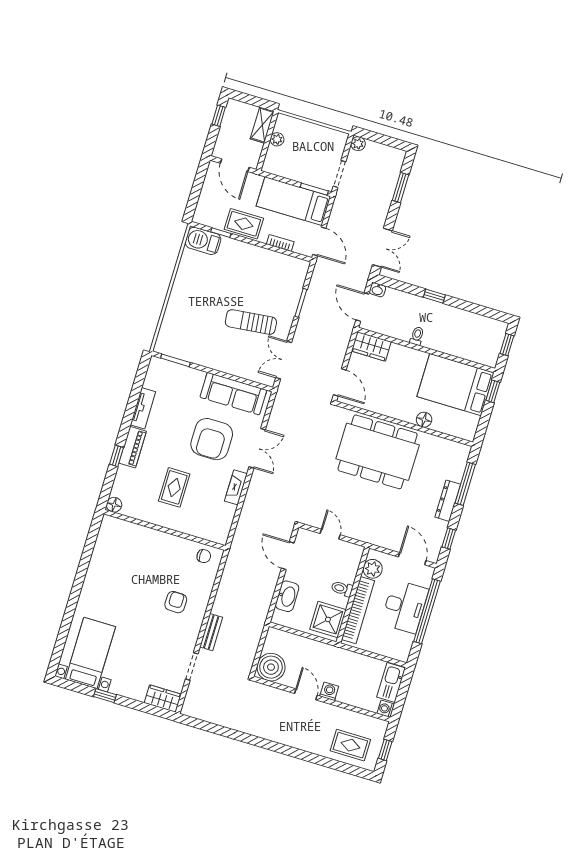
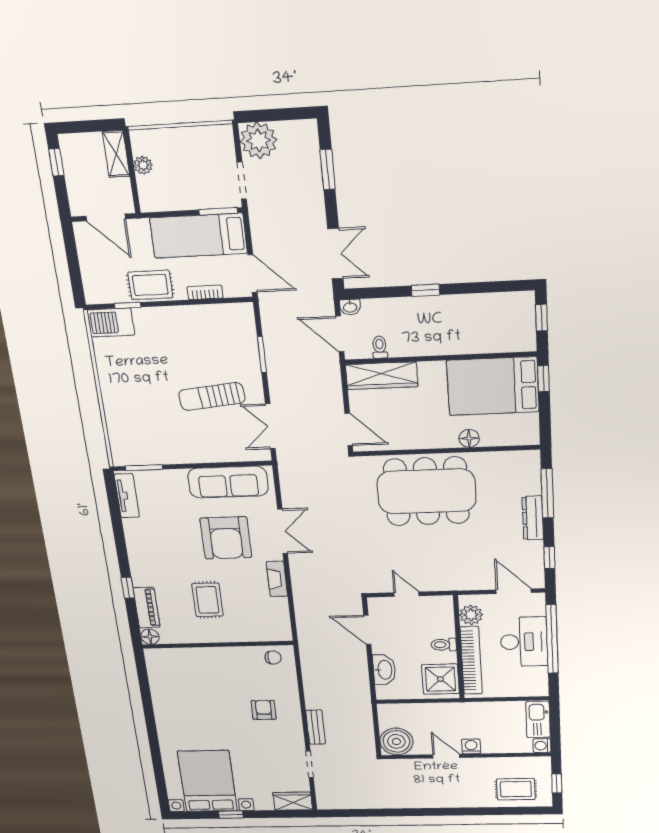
plant: (358, 144) -> (259, 141), width x1.88, depth x1.88
toilet: (417, 336) -> (380, 347), moved
wardrobe: (371, 346) -> (382, 376), width x1.50
tv unit: (143, 408) -> (127, 496), moved
piano: (133, 447) -> (147, 607), moved
bed with nightstands: (90, 653) -> (207, 781), width x1.36

